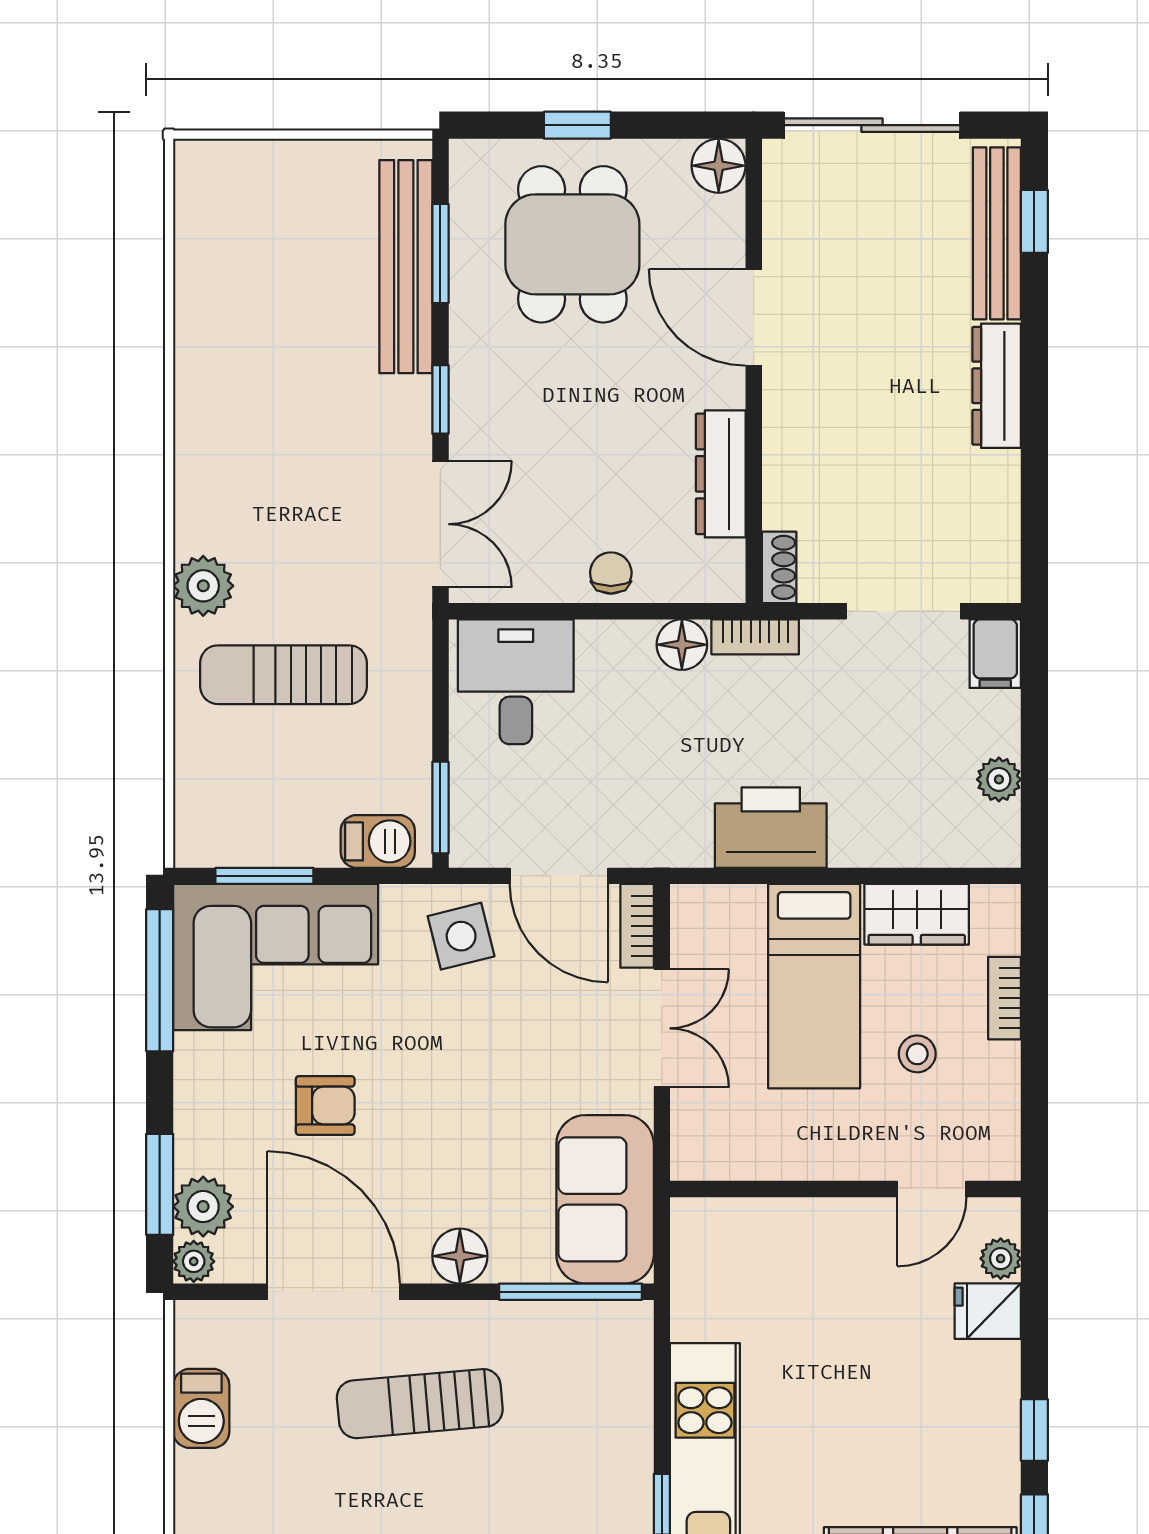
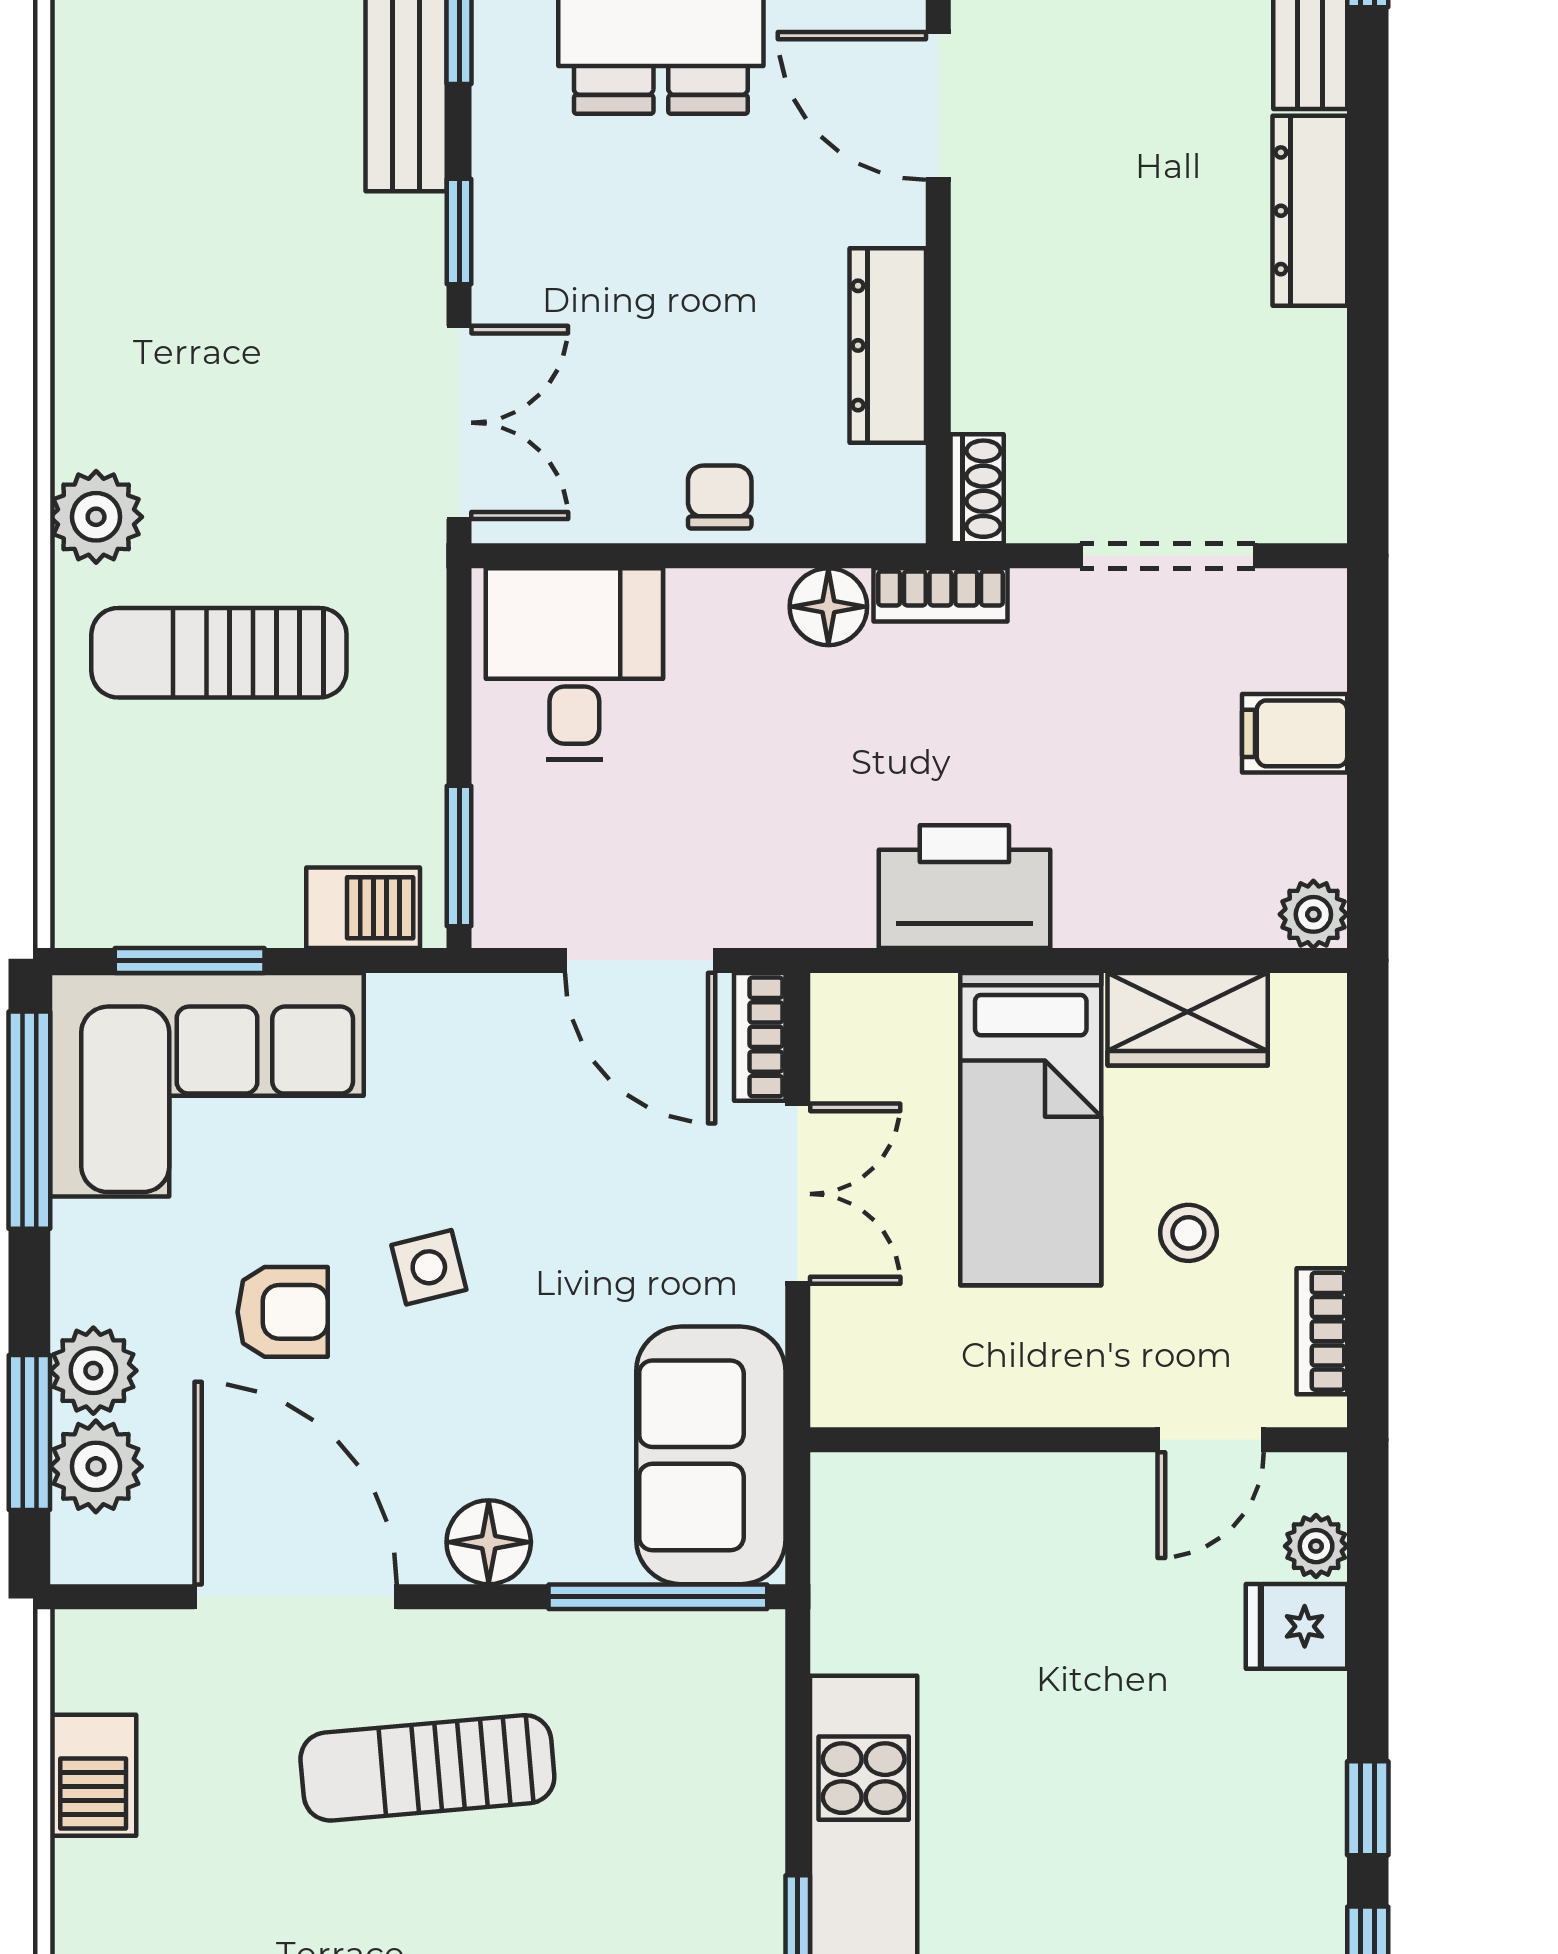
filing cabinet: (995, 654) -> (1295, 733), moved, turned 90
plant: (999, 779) -> (1313, 914), moved
side table: (461, 936) -> (429, 1267), moved, width x0.73, depth x0.73
bookcase: (1004, 998) -> (1322, 1331), moved
plant: (194, 1261) -> (93, 1371), moved, width x1.38, depth x1.38

